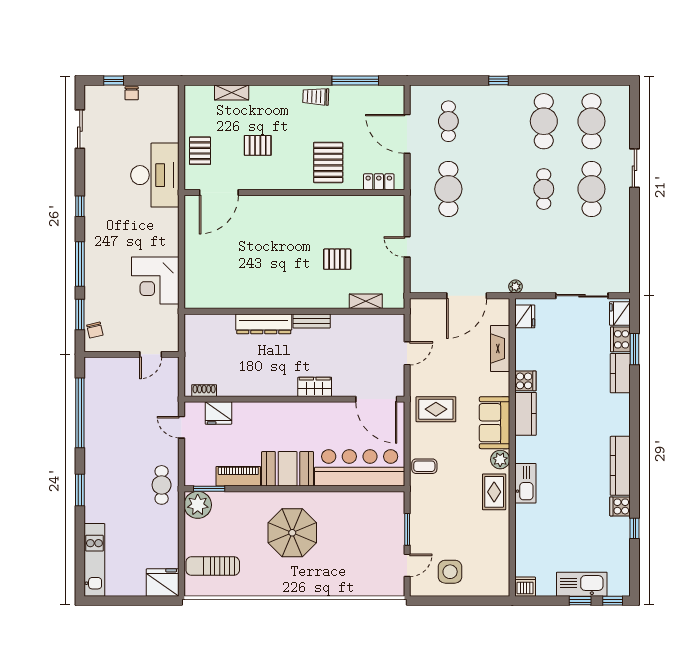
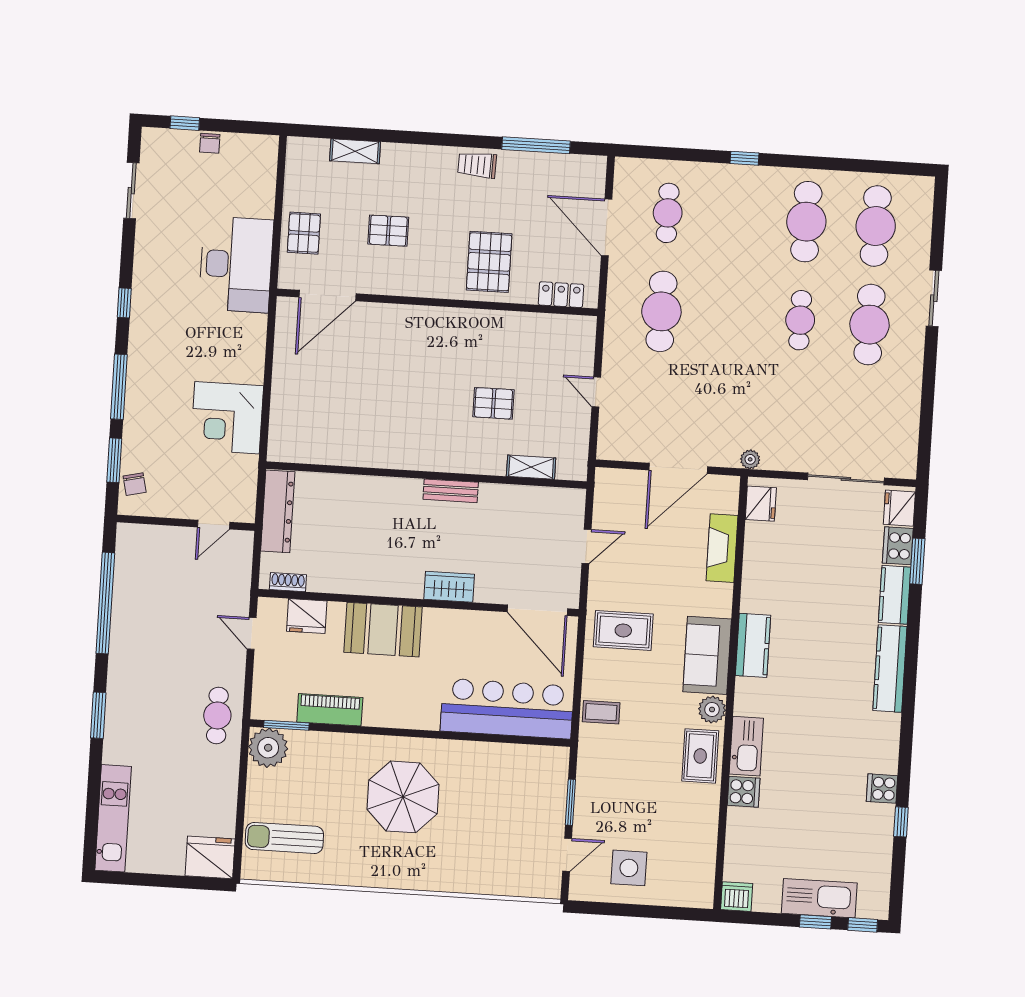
dresser: (264, 324) -> (278, 511), moved, turned -90
cooker: (525, 381) -> (744, 792), moved
kitchen counter: (620, 466) -> (890, 669), moved
booth: (288, 469) -> (383, 630), moved

